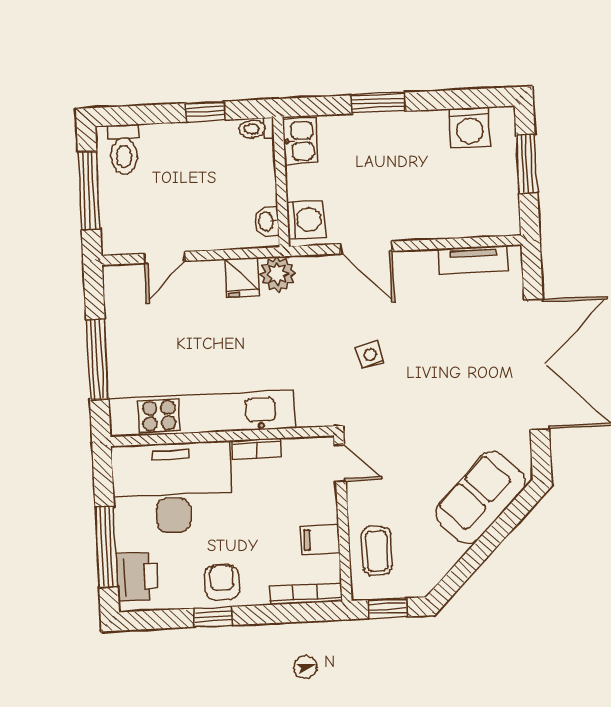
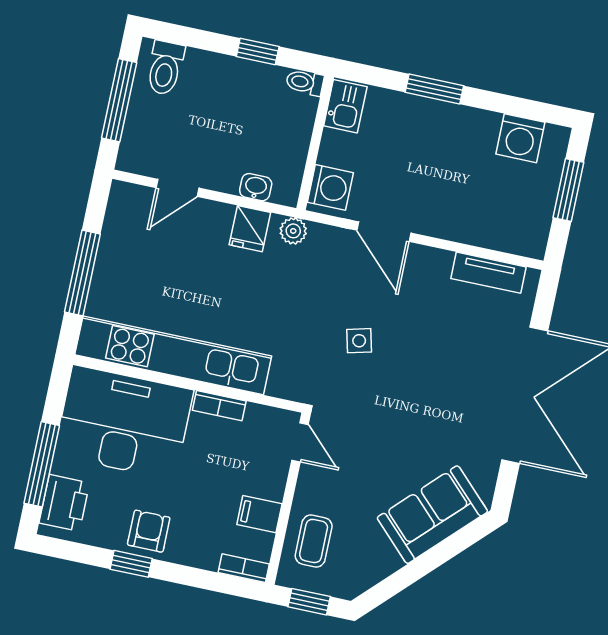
washbasin: (267, 222) -> (256, 187), moved, turned 90
plant: (278, 274) -> (293, 231), width x0.73, depth x0.73
bookcase: (306, 594) -> (244, 568), width x0.64

